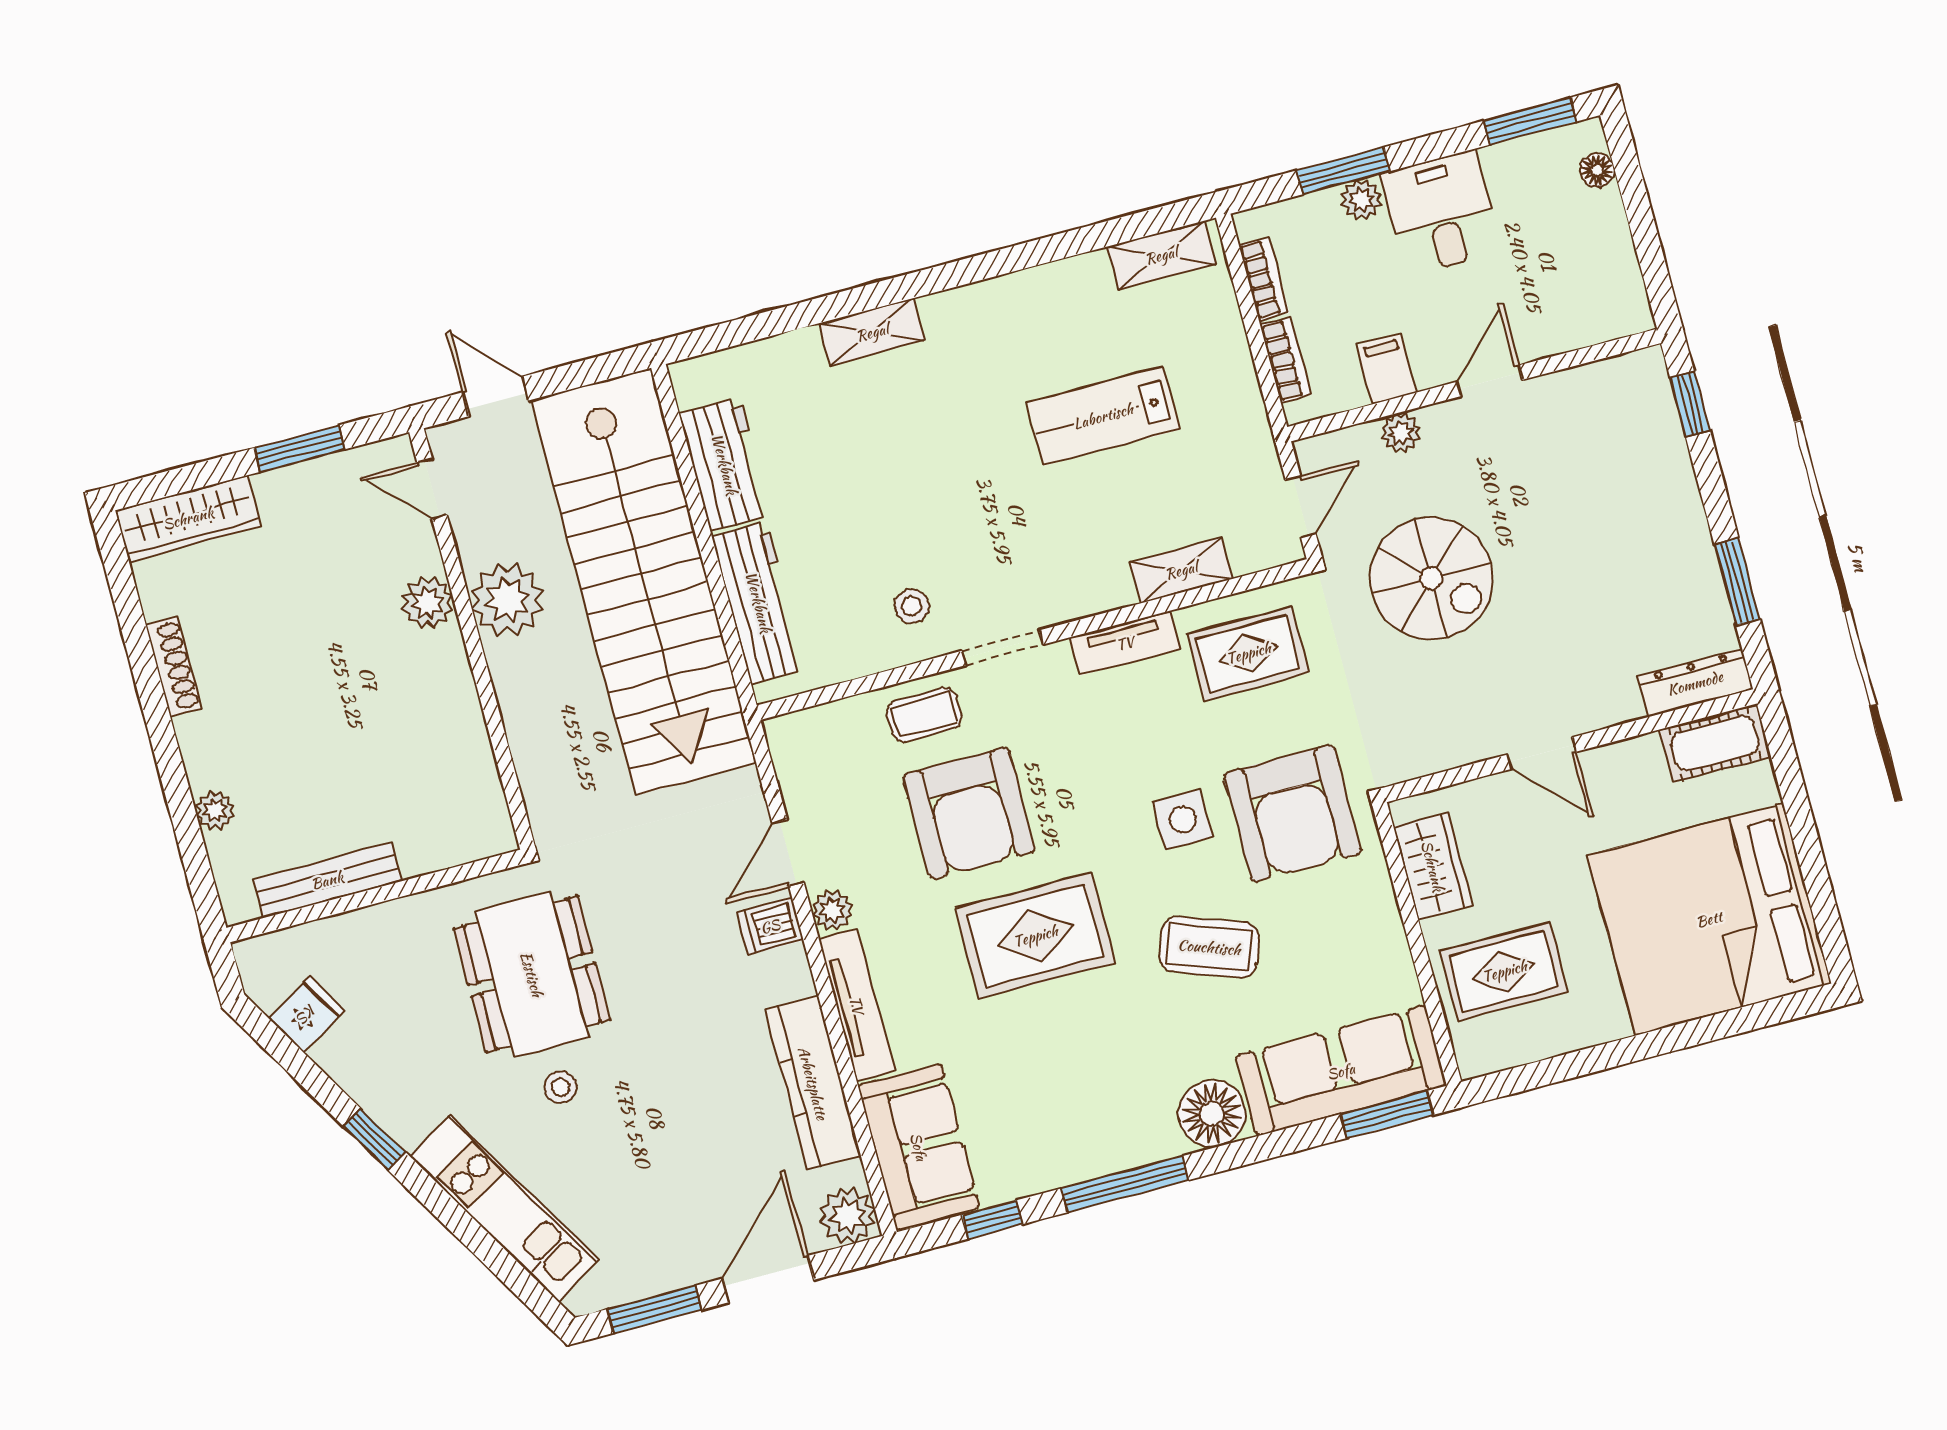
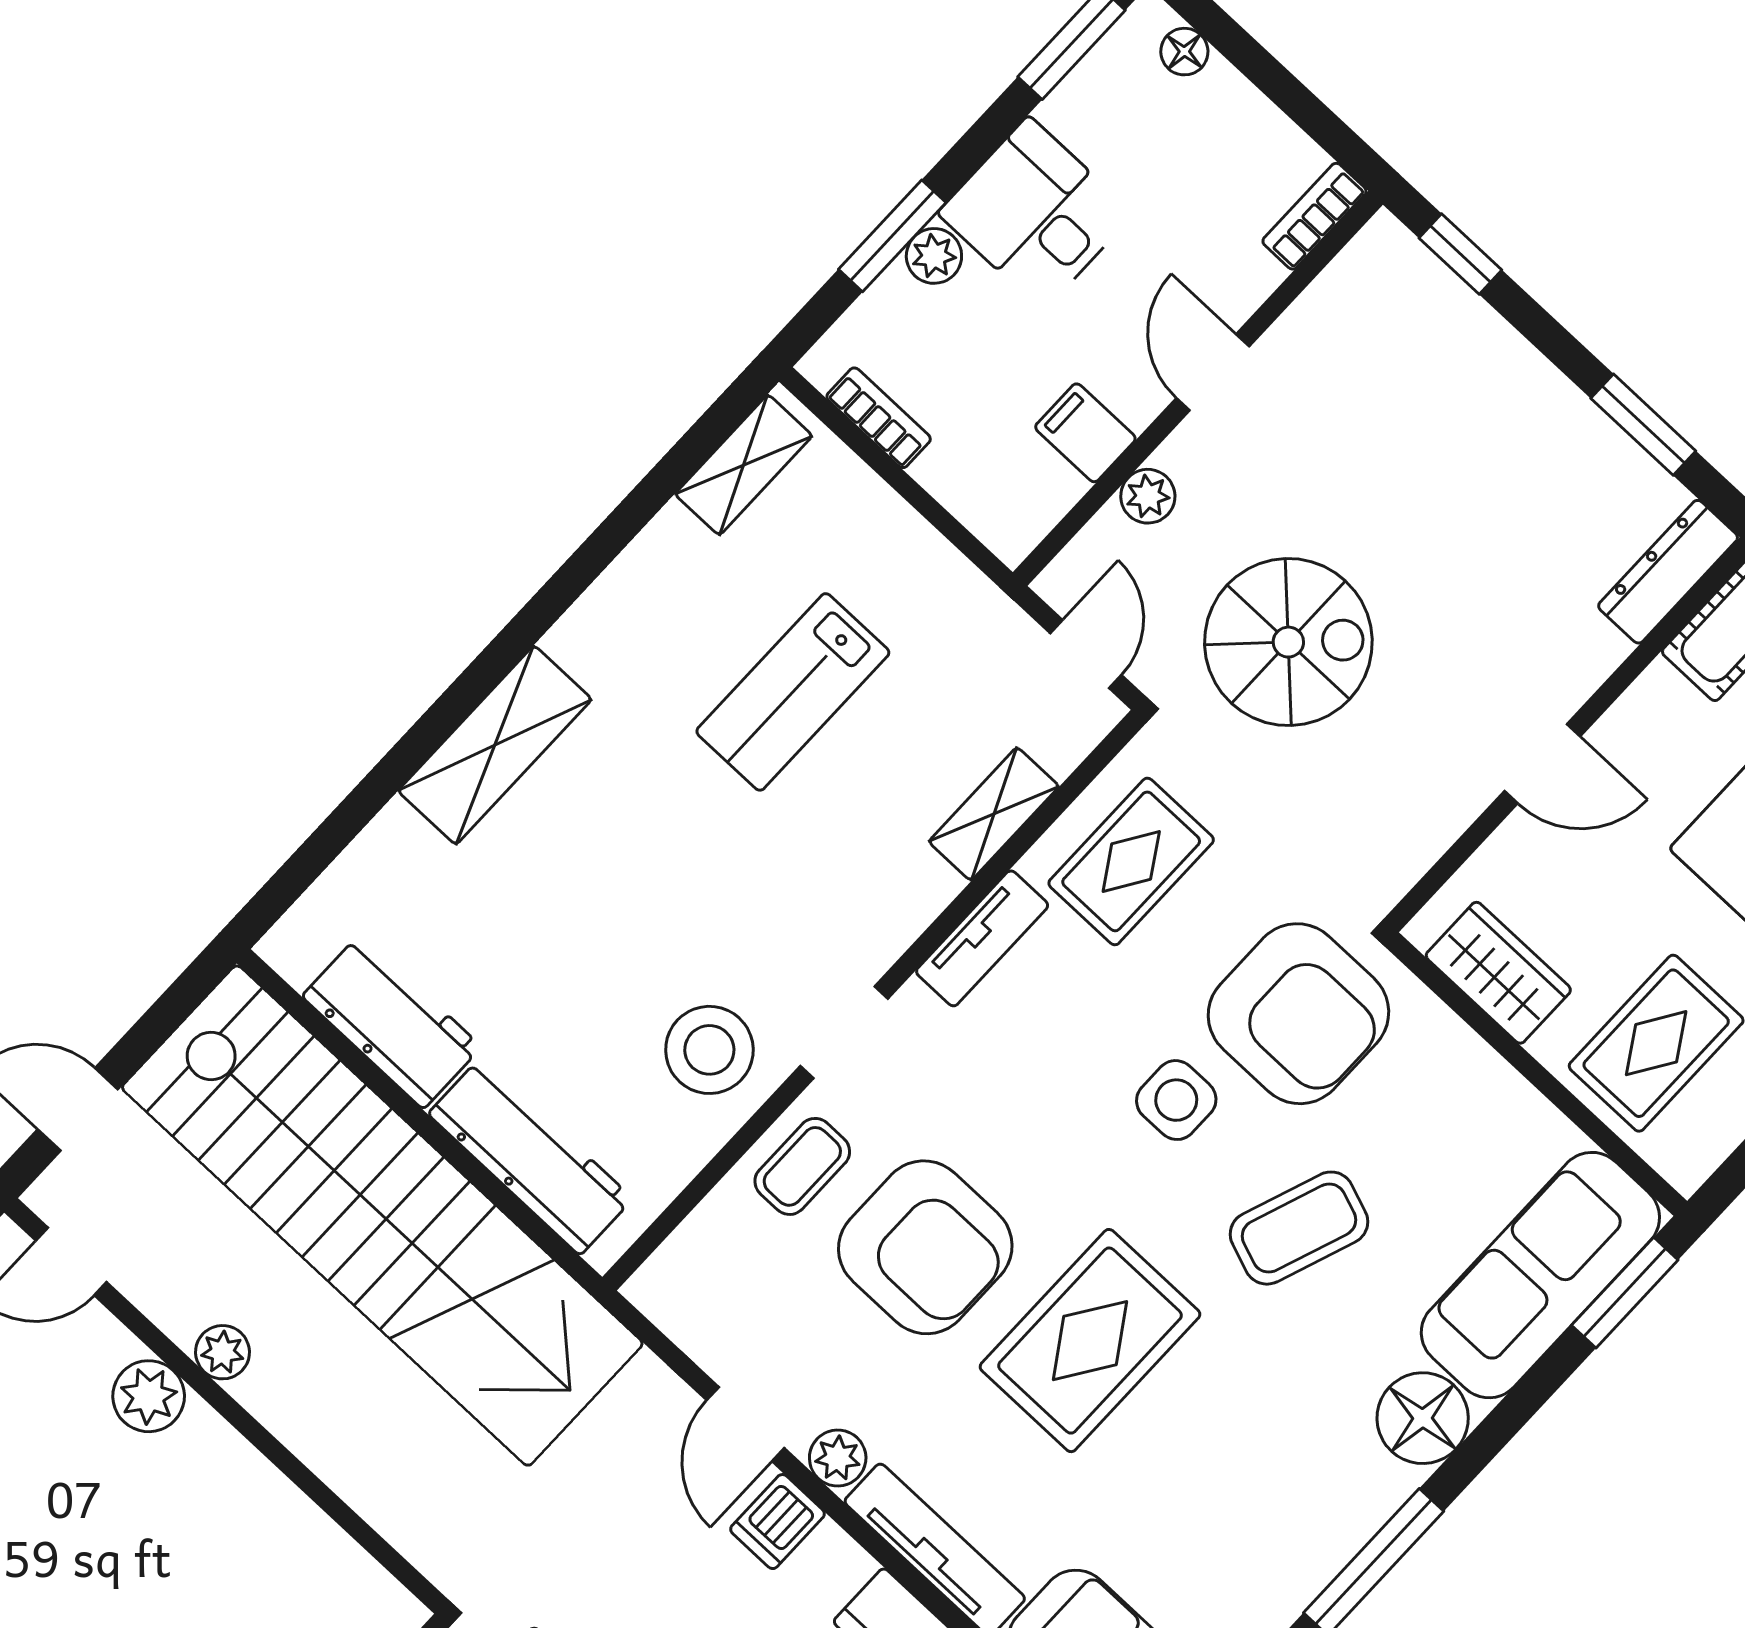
shelving: (872, 332) -> (495, 745), width x1.50, depth x1.33
bookcase: (1286, 360) -> (1314, 216), moved, turned -90
plant: (507, 600) -> (222, 1352), width x0.53, depth x0.53
stool: (912, 606) -> (709, 1050), width x1.89, depth x1.89

